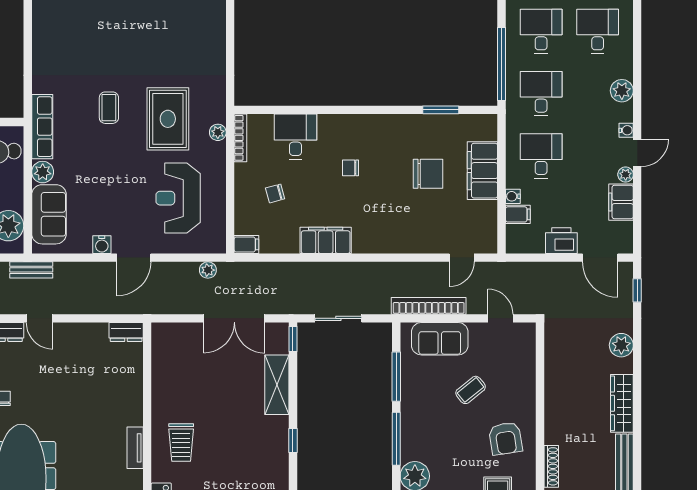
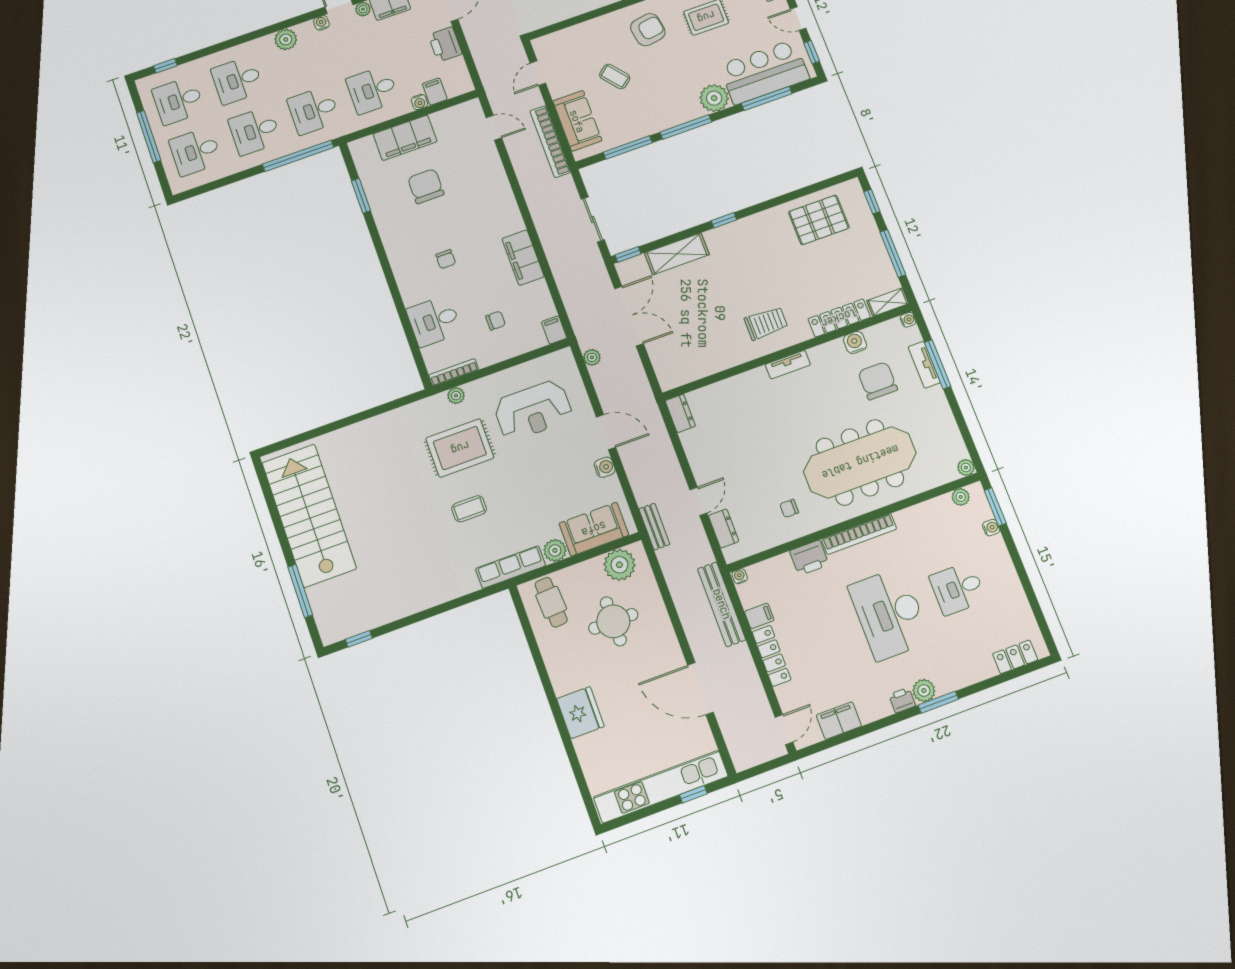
chair: (275, 193) -> (495, 321), turned -75

